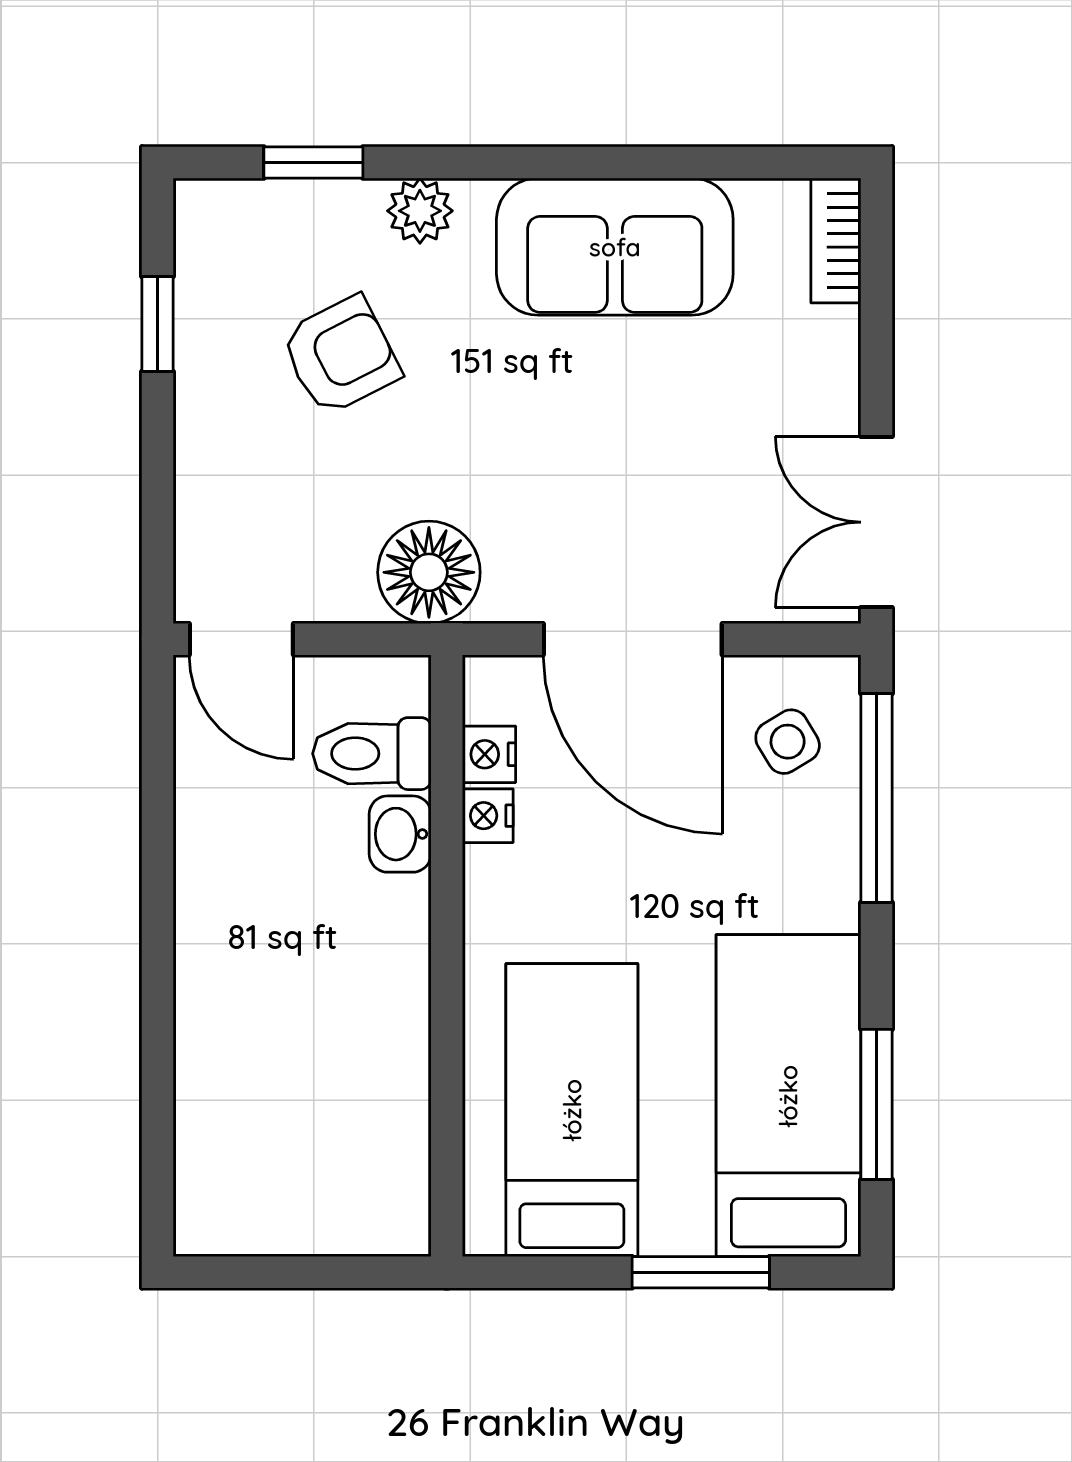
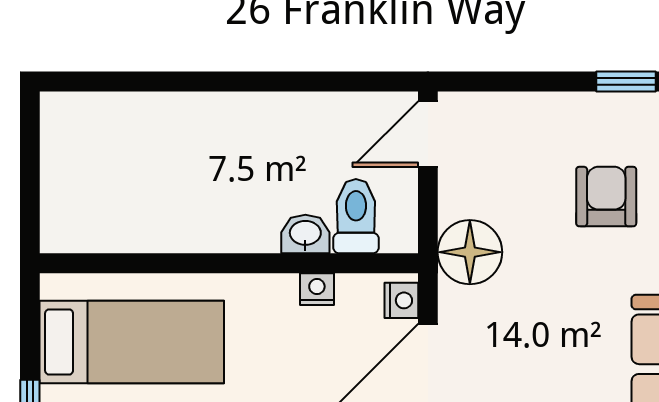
armchair: (341, 356) -> (606, 197), turned -153
nightstand: (489, 754) -> (401, 300), moved, turned 90

